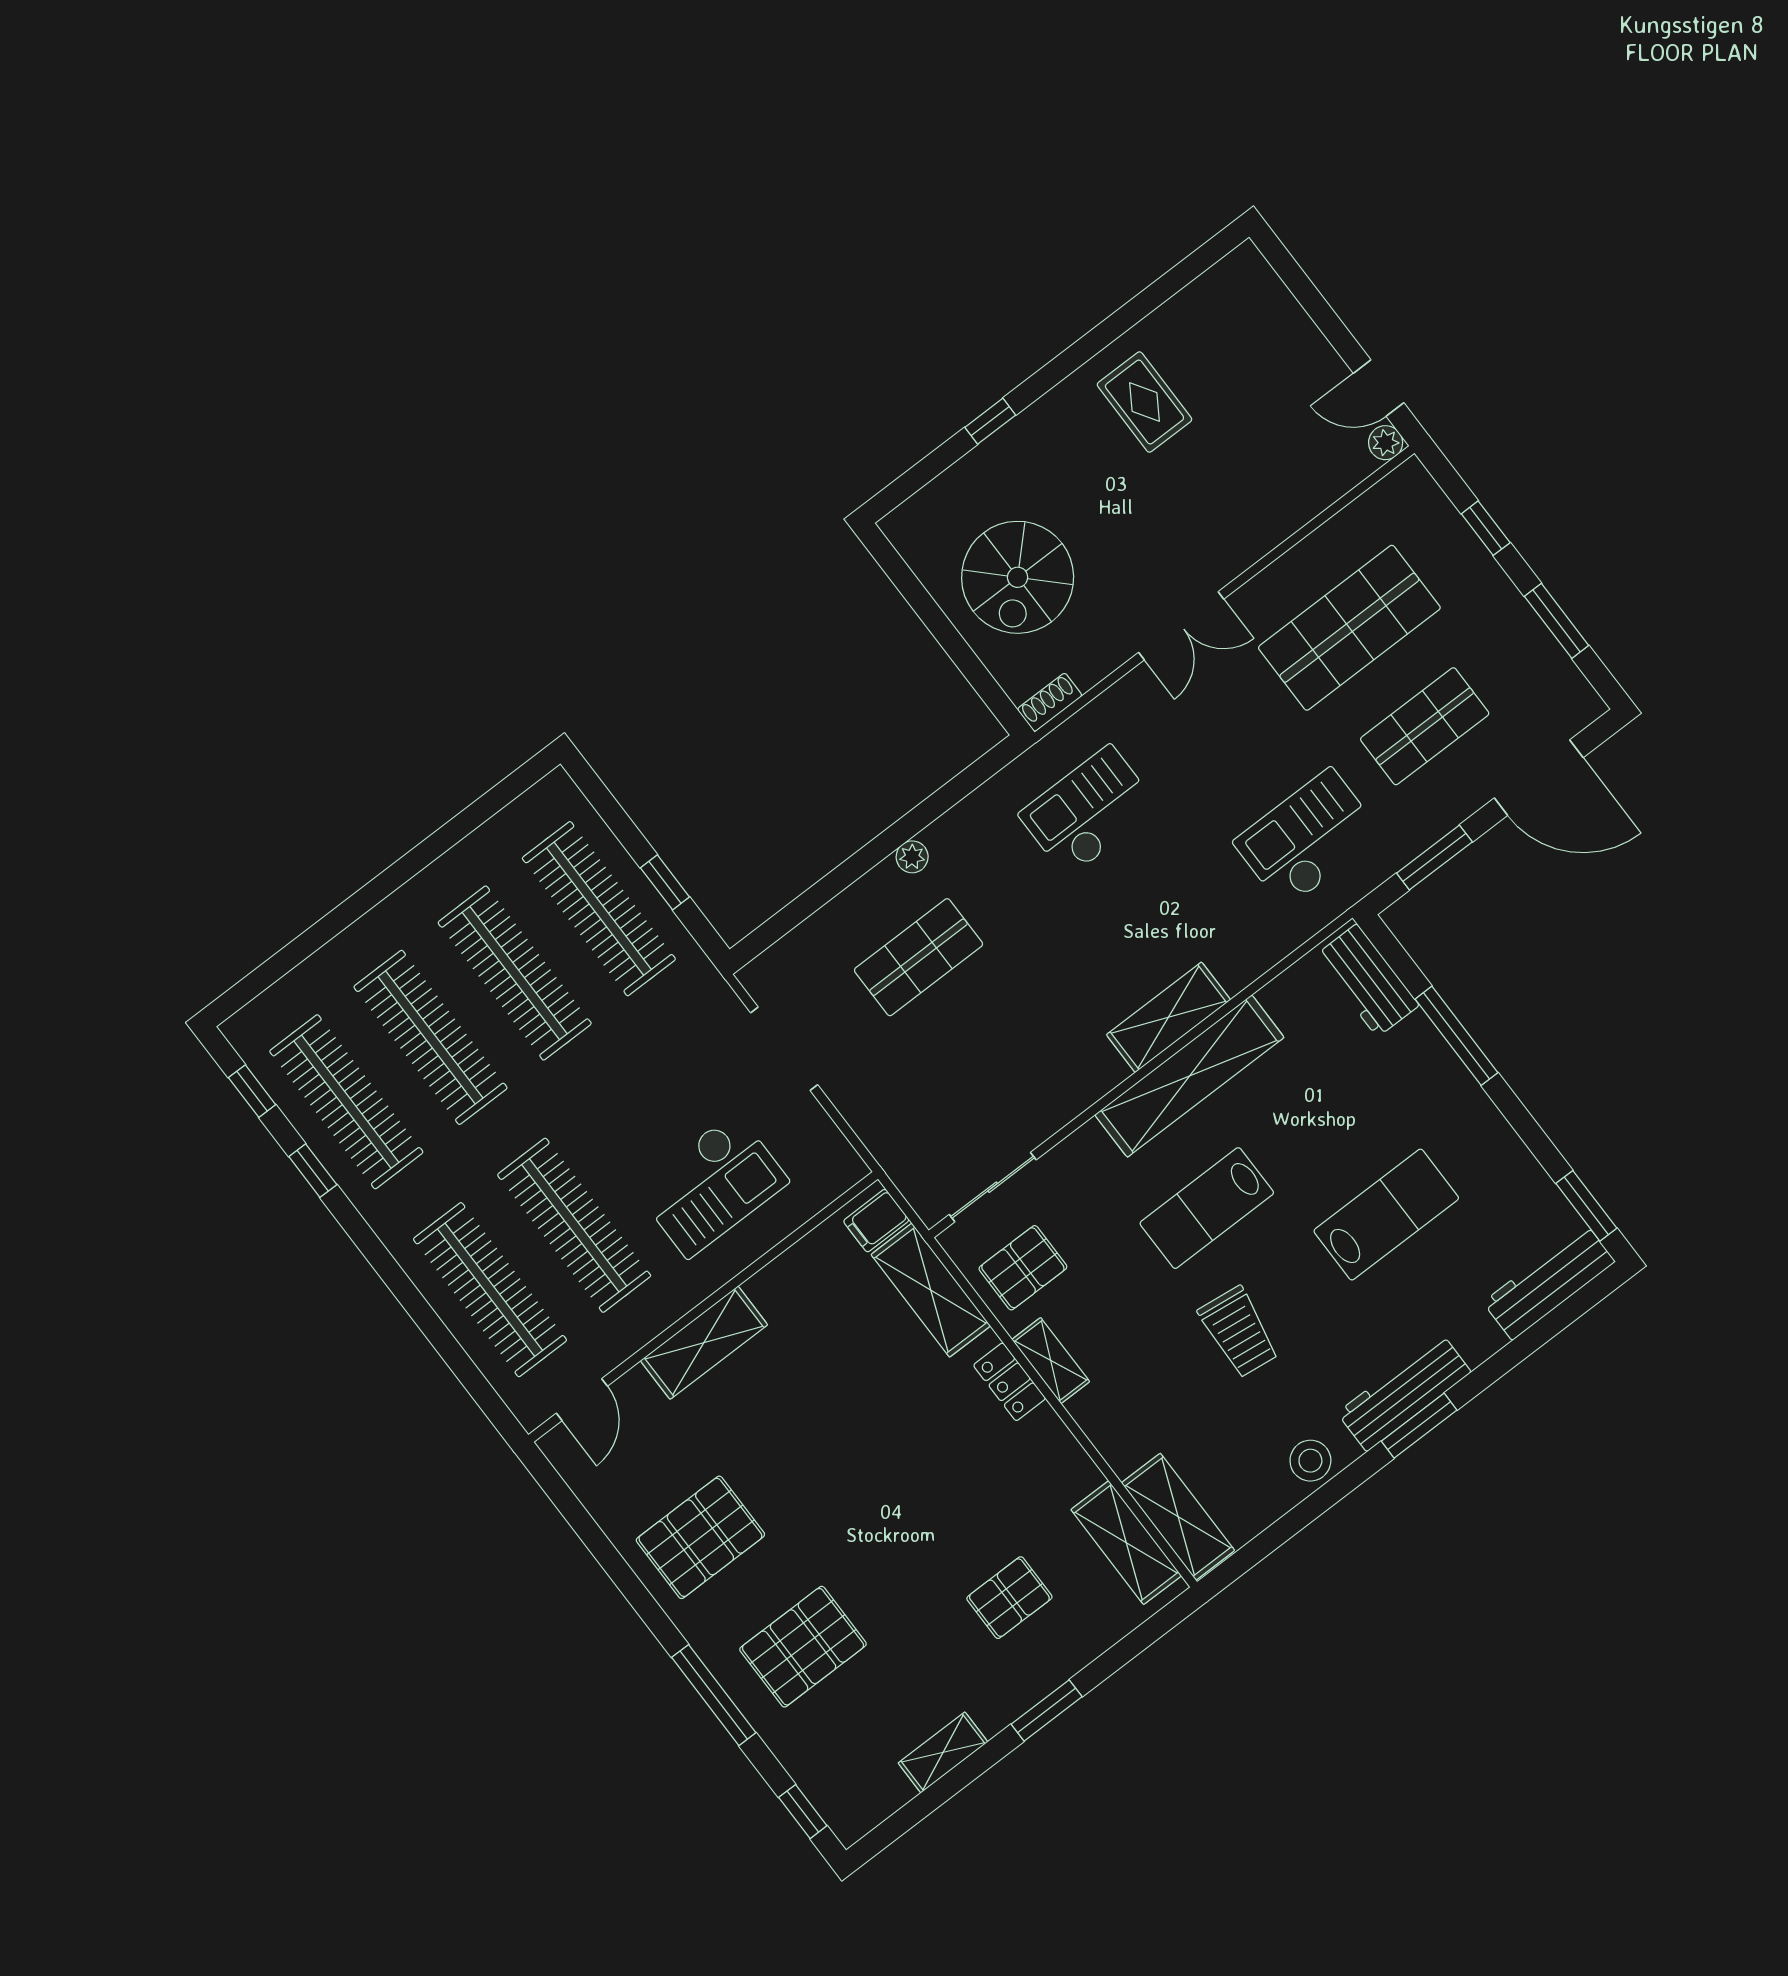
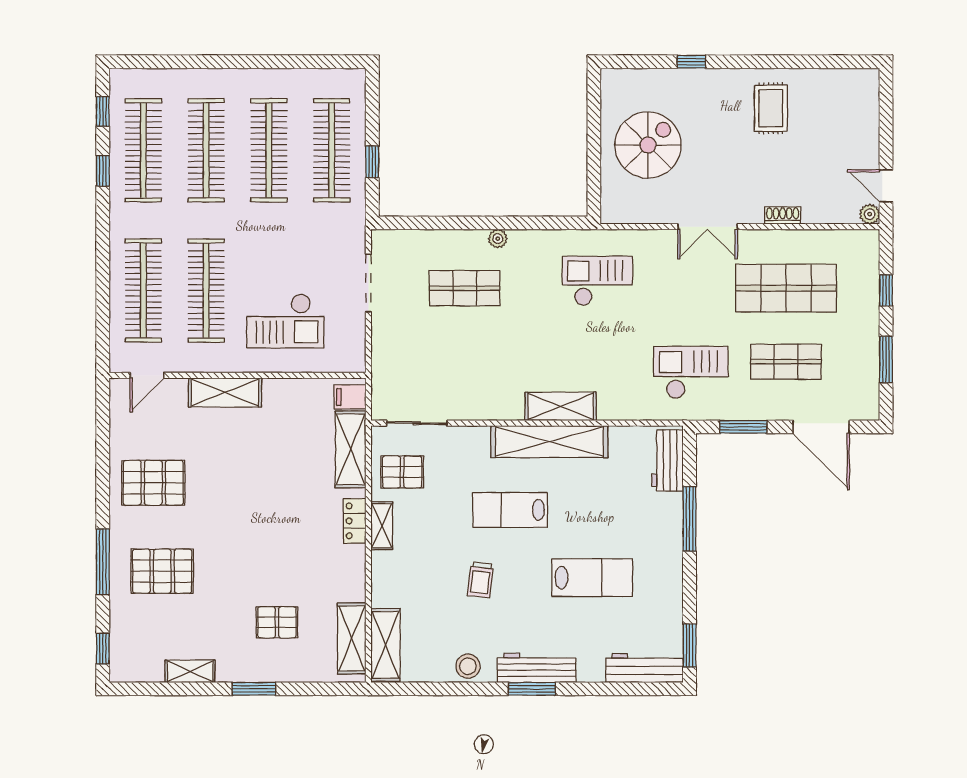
spiral stairs: (1018, 577) -> (648, 145), turned 180
shoe rack: (1050, 702) -> (783, 215), moved
trolley: (1239, 1332) -> (480, 580), width x0.73, depth x0.72

